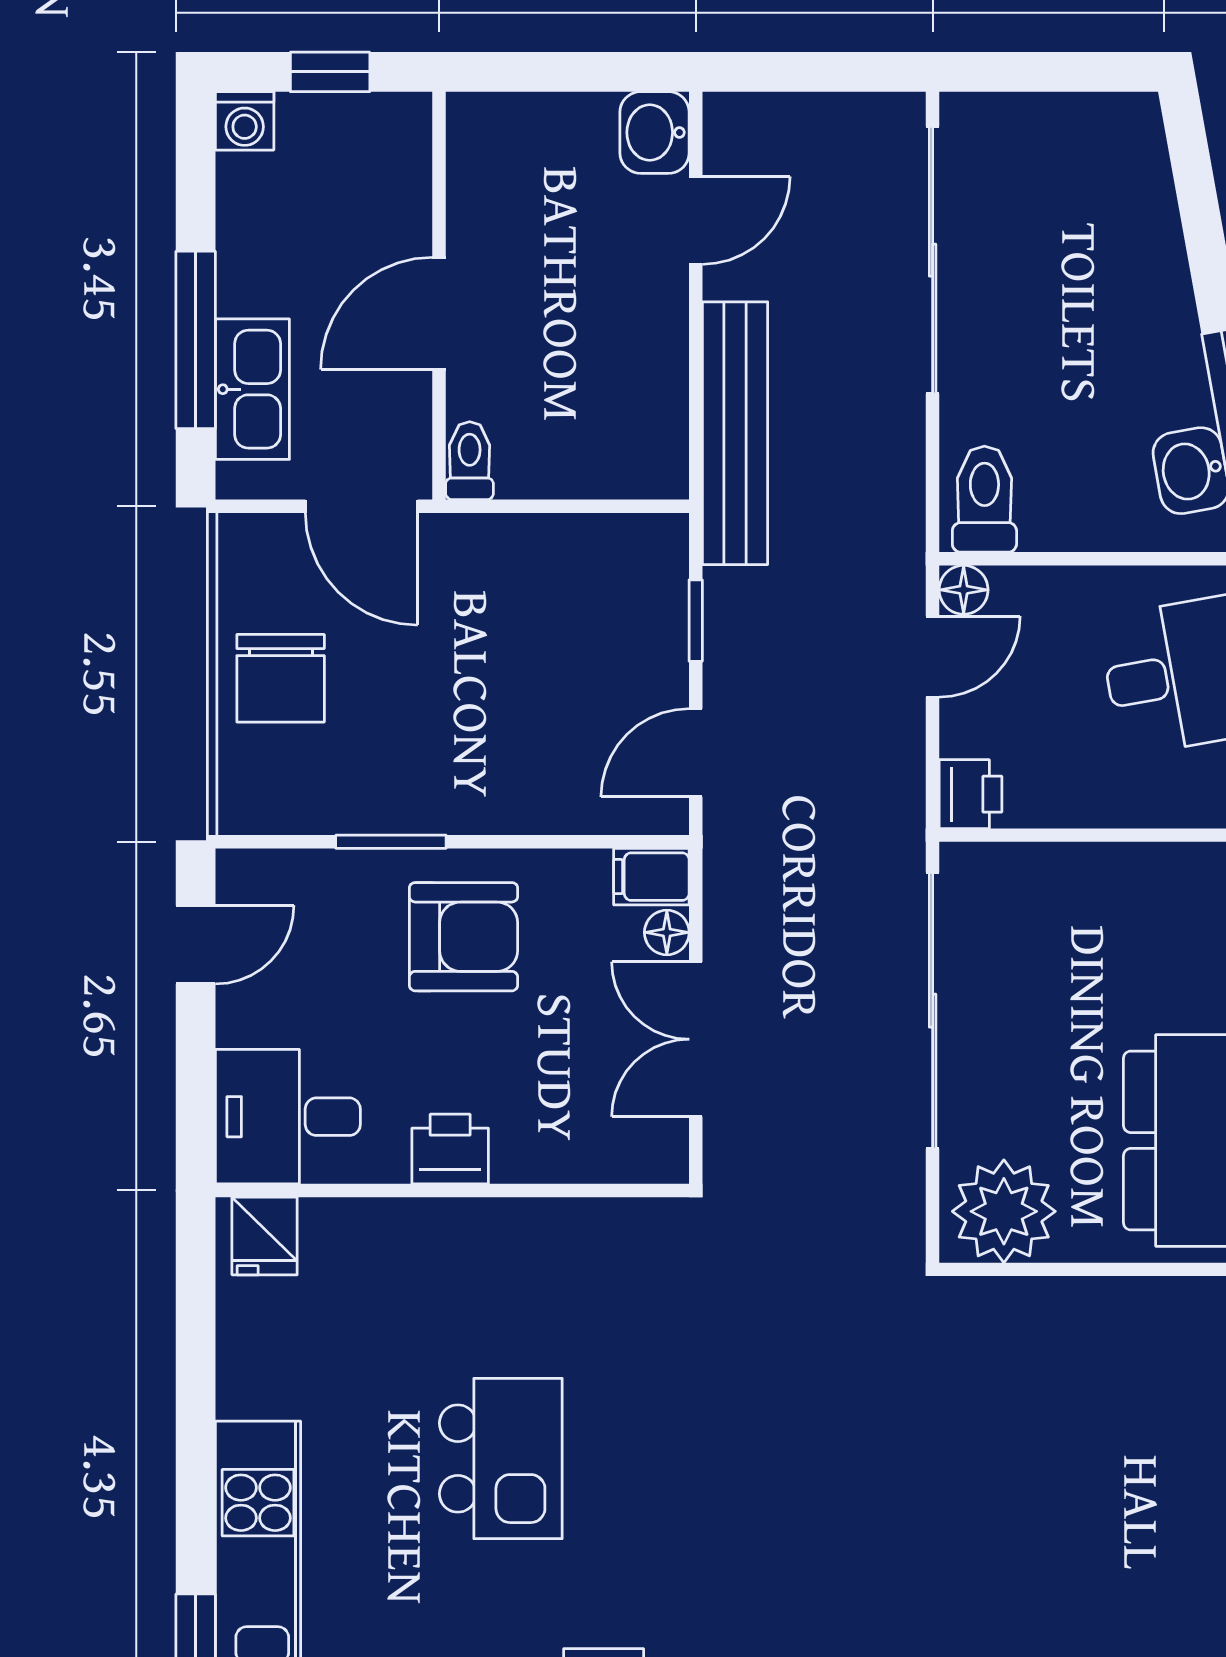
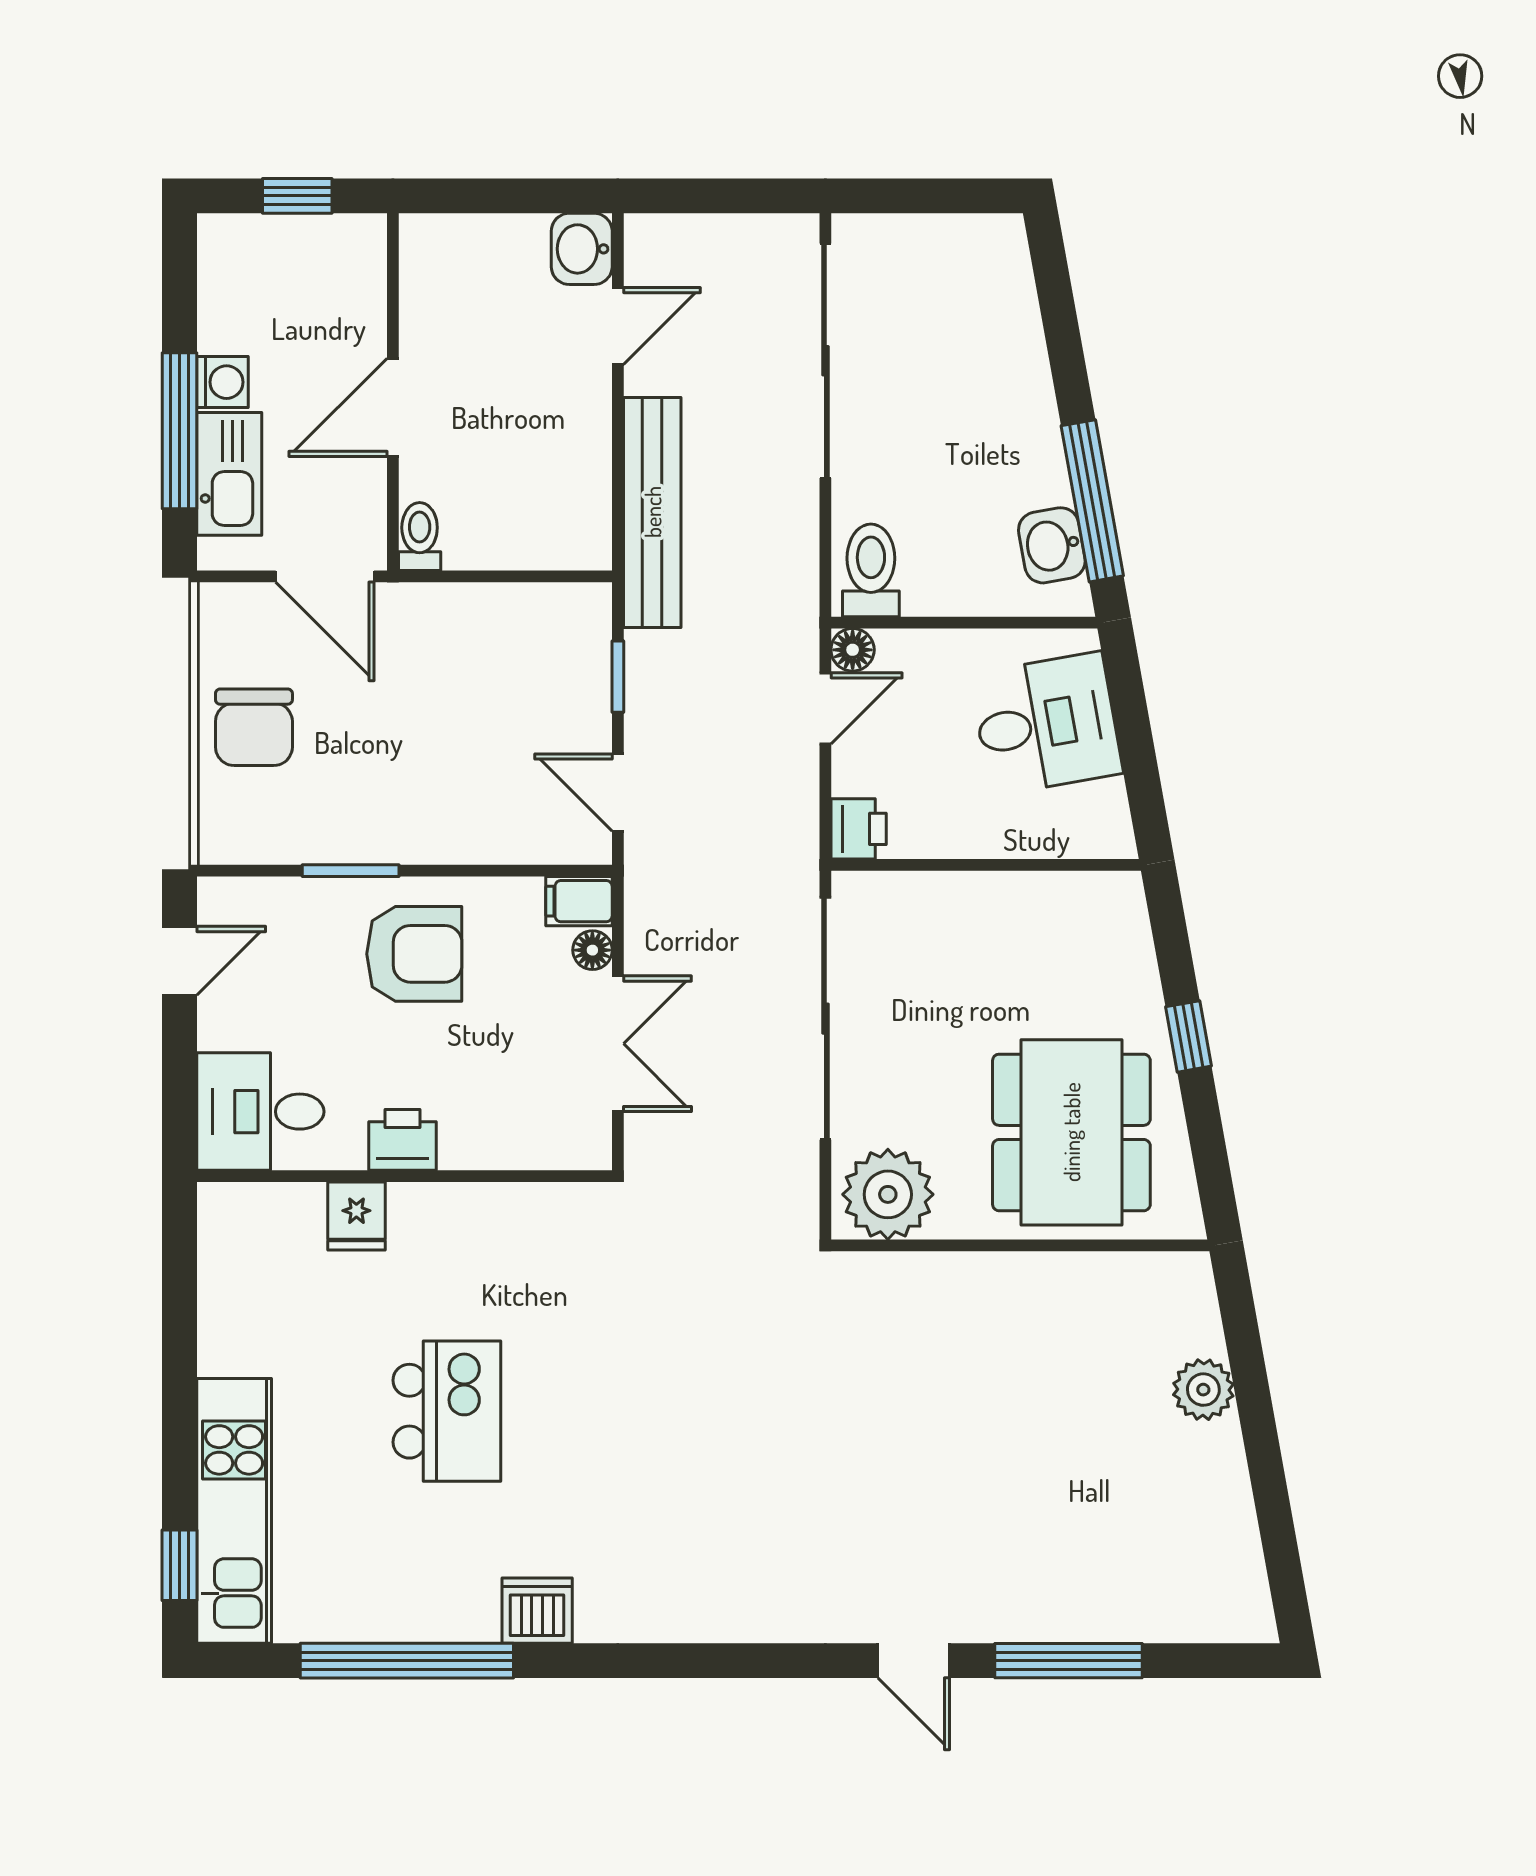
washing machine: (245, 121) -> (222, 382), moved, turned -90
door: (696, 753) -> (618, 793), hinge flipped
double door: (696, 1039) -> (618, 1044), swing flipped
fridge: (265, 1236) -> (356, 1216), moved

